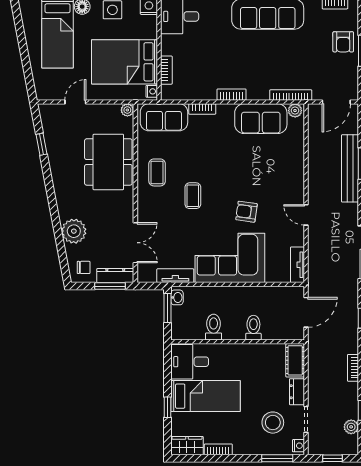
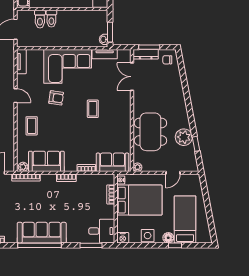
coffee table: (157, 172) -> (32, 126), moved
plant: (74, 231) -> (184, 137), moved
toilet: (214, 327) -> (40, 19), moved

